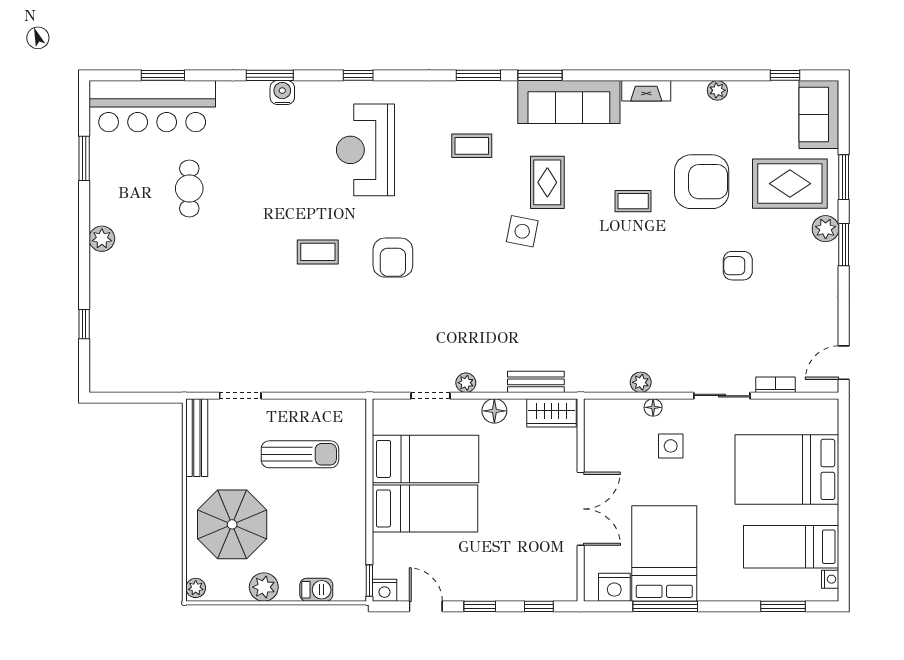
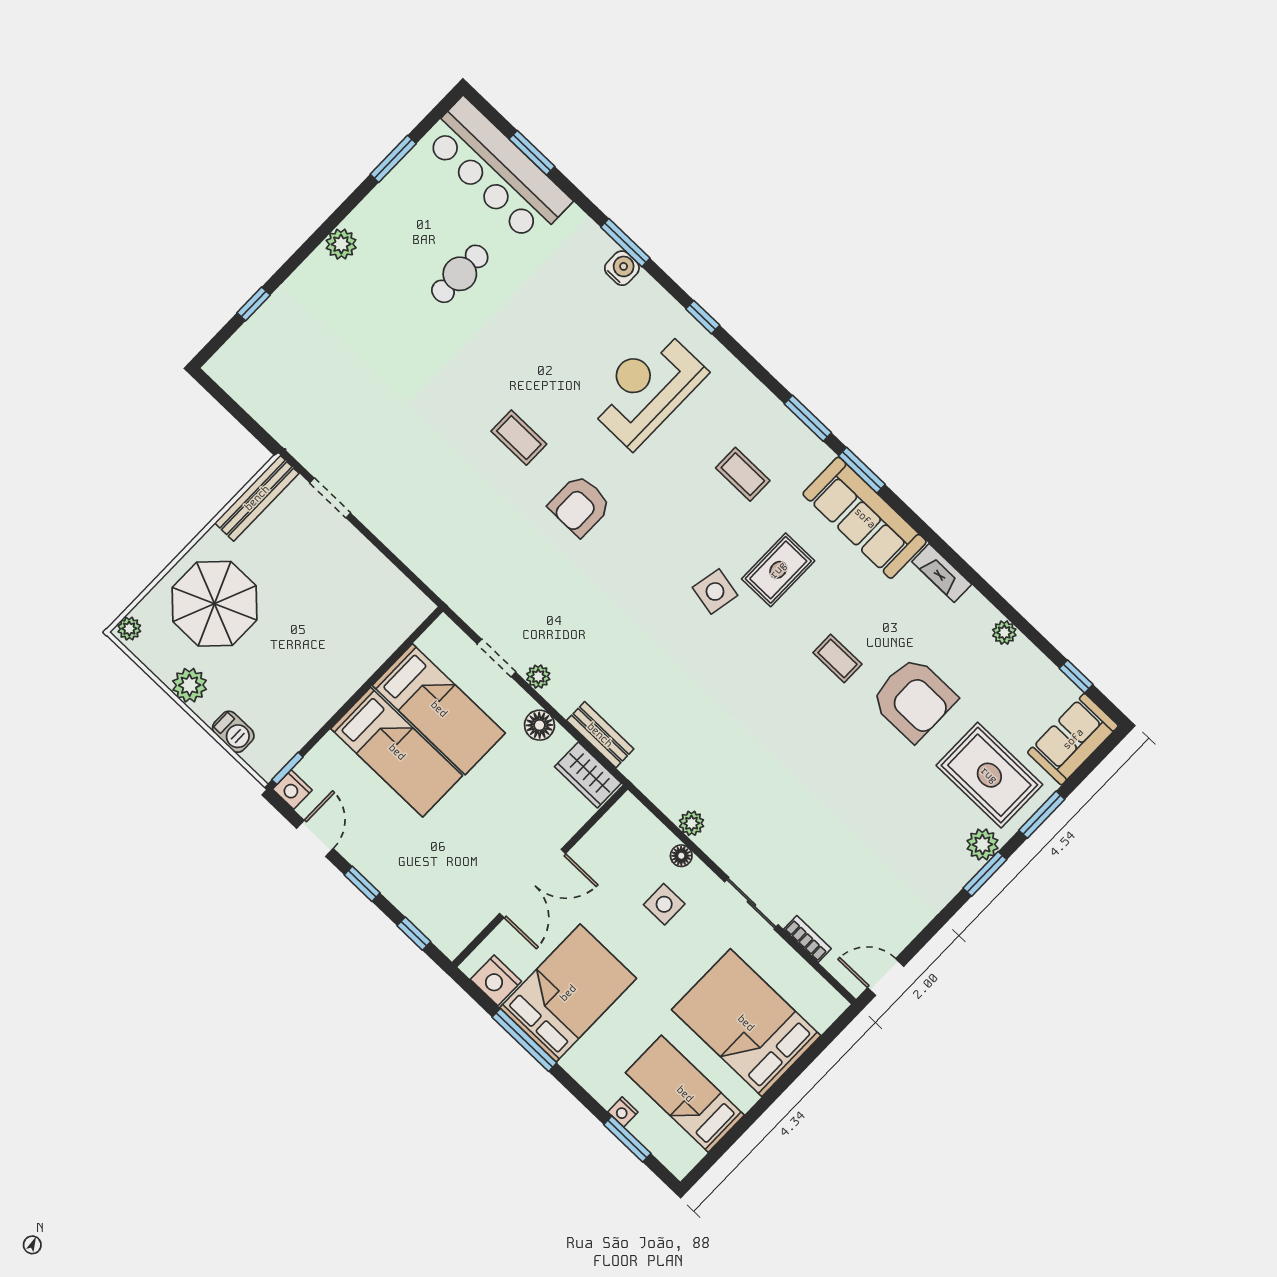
armchair: (738, 266) -> (875, 803), removed
sun lounger: (300, 454) -> (333, 599), removed
nightstand: (830, 579) -> (623, 1112), moved, turned 90

